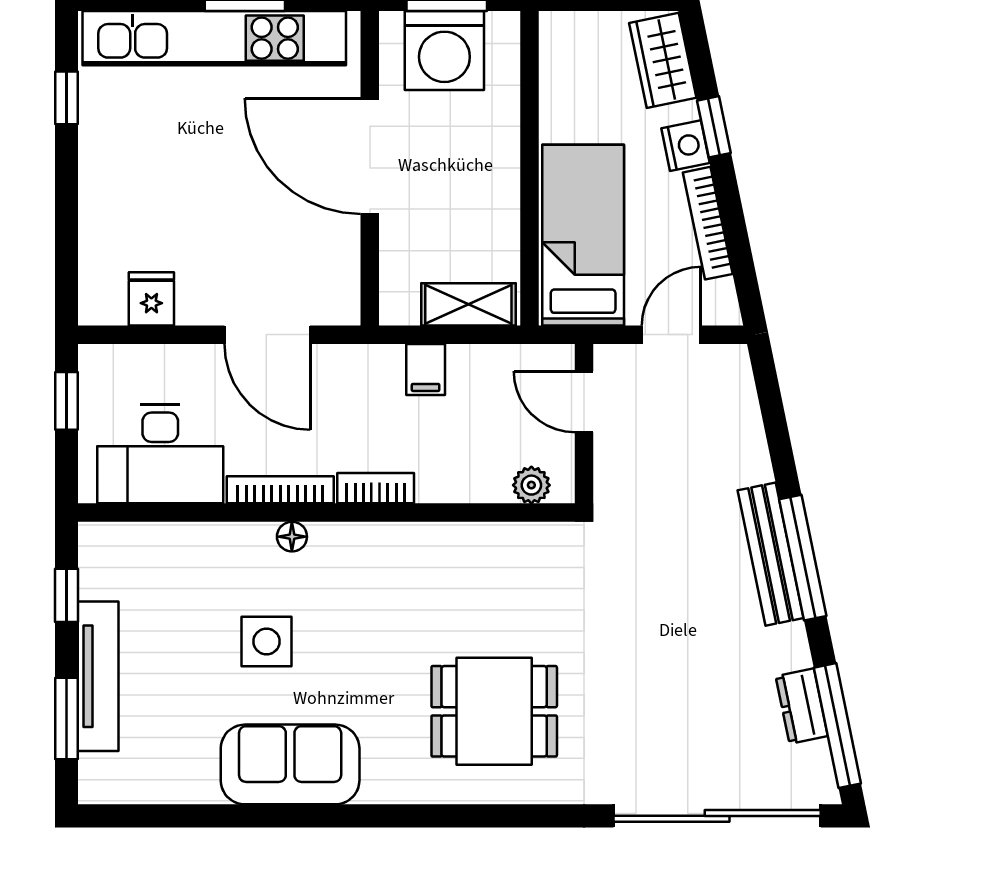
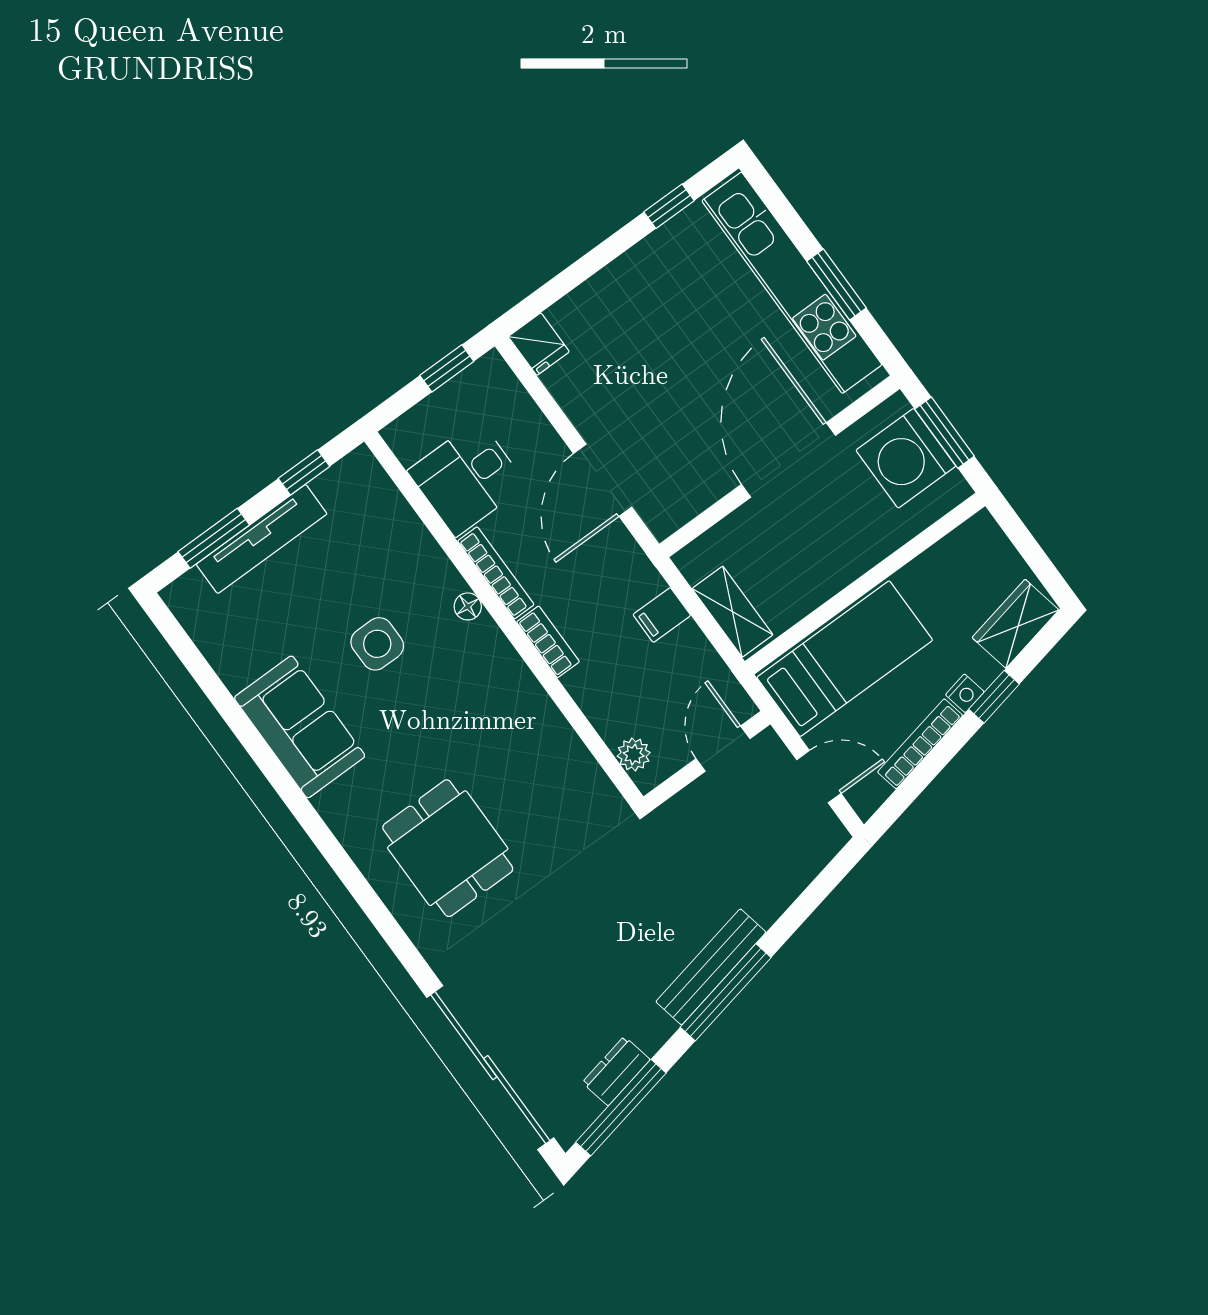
nightstand: (686, 146) -> (965, 693), width x0.72, depth x0.74
fridge: (151, 299) -> (539, 344), moved, turned 90
desk: (160, 454) -> (467, 478), width x0.73

